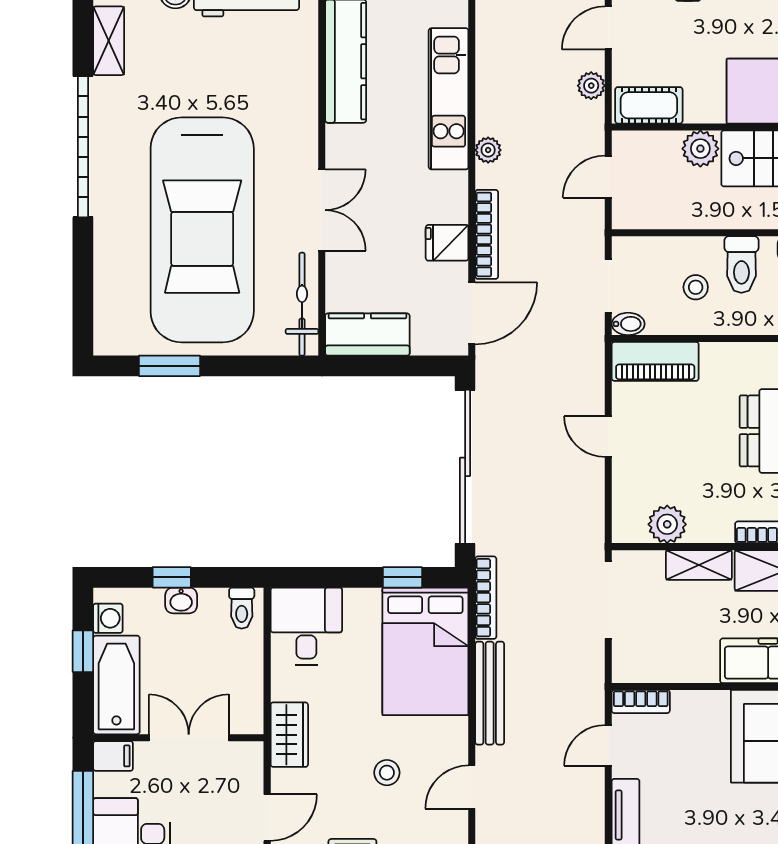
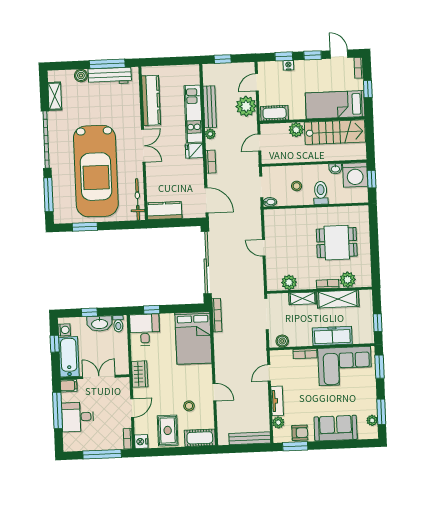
plant: (591, 86) -> (246, 106), width x1.88, depth x1.88
double door: (322, 210) -> (143, 146), moved
bookcase: (487, 234) -> (211, 162), width x0.64
fridge: (447, 243) -> (194, 151), moved
toilet: (741, 265) -> (321, 193), moved, turned 180
window: (83, 283) -> (48, 195), added
door: (472, 313) -> (206, 200), hinge flipped
piano: (655, 361) -> (281, 217), removed
window: (402, 577) -> (152, 310), moved
washbasin: (181, 600) -> (100, 324), width x1.91, depth x1.45
boiler: (644, 668) -> (282, 341), added
bench: (490, 693) -> (210, 107), moved
bookcase: (641, 702) -> (305, 354), moved
stool: (387, 773) -> (189, 406), moved
door: (472, 787) -> (214, 392), swing flipped

